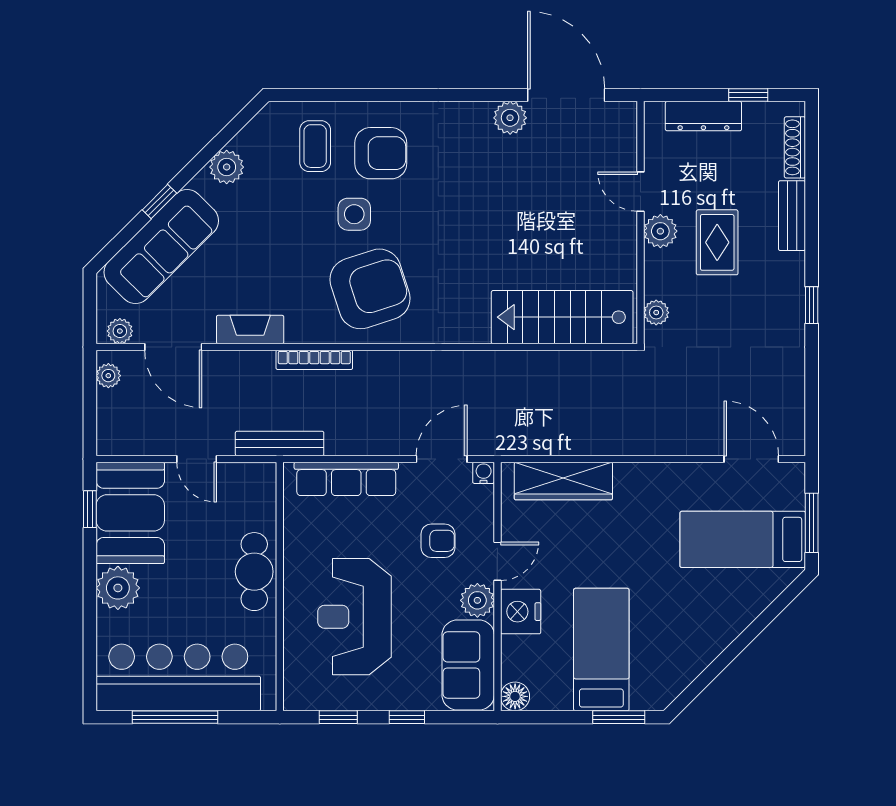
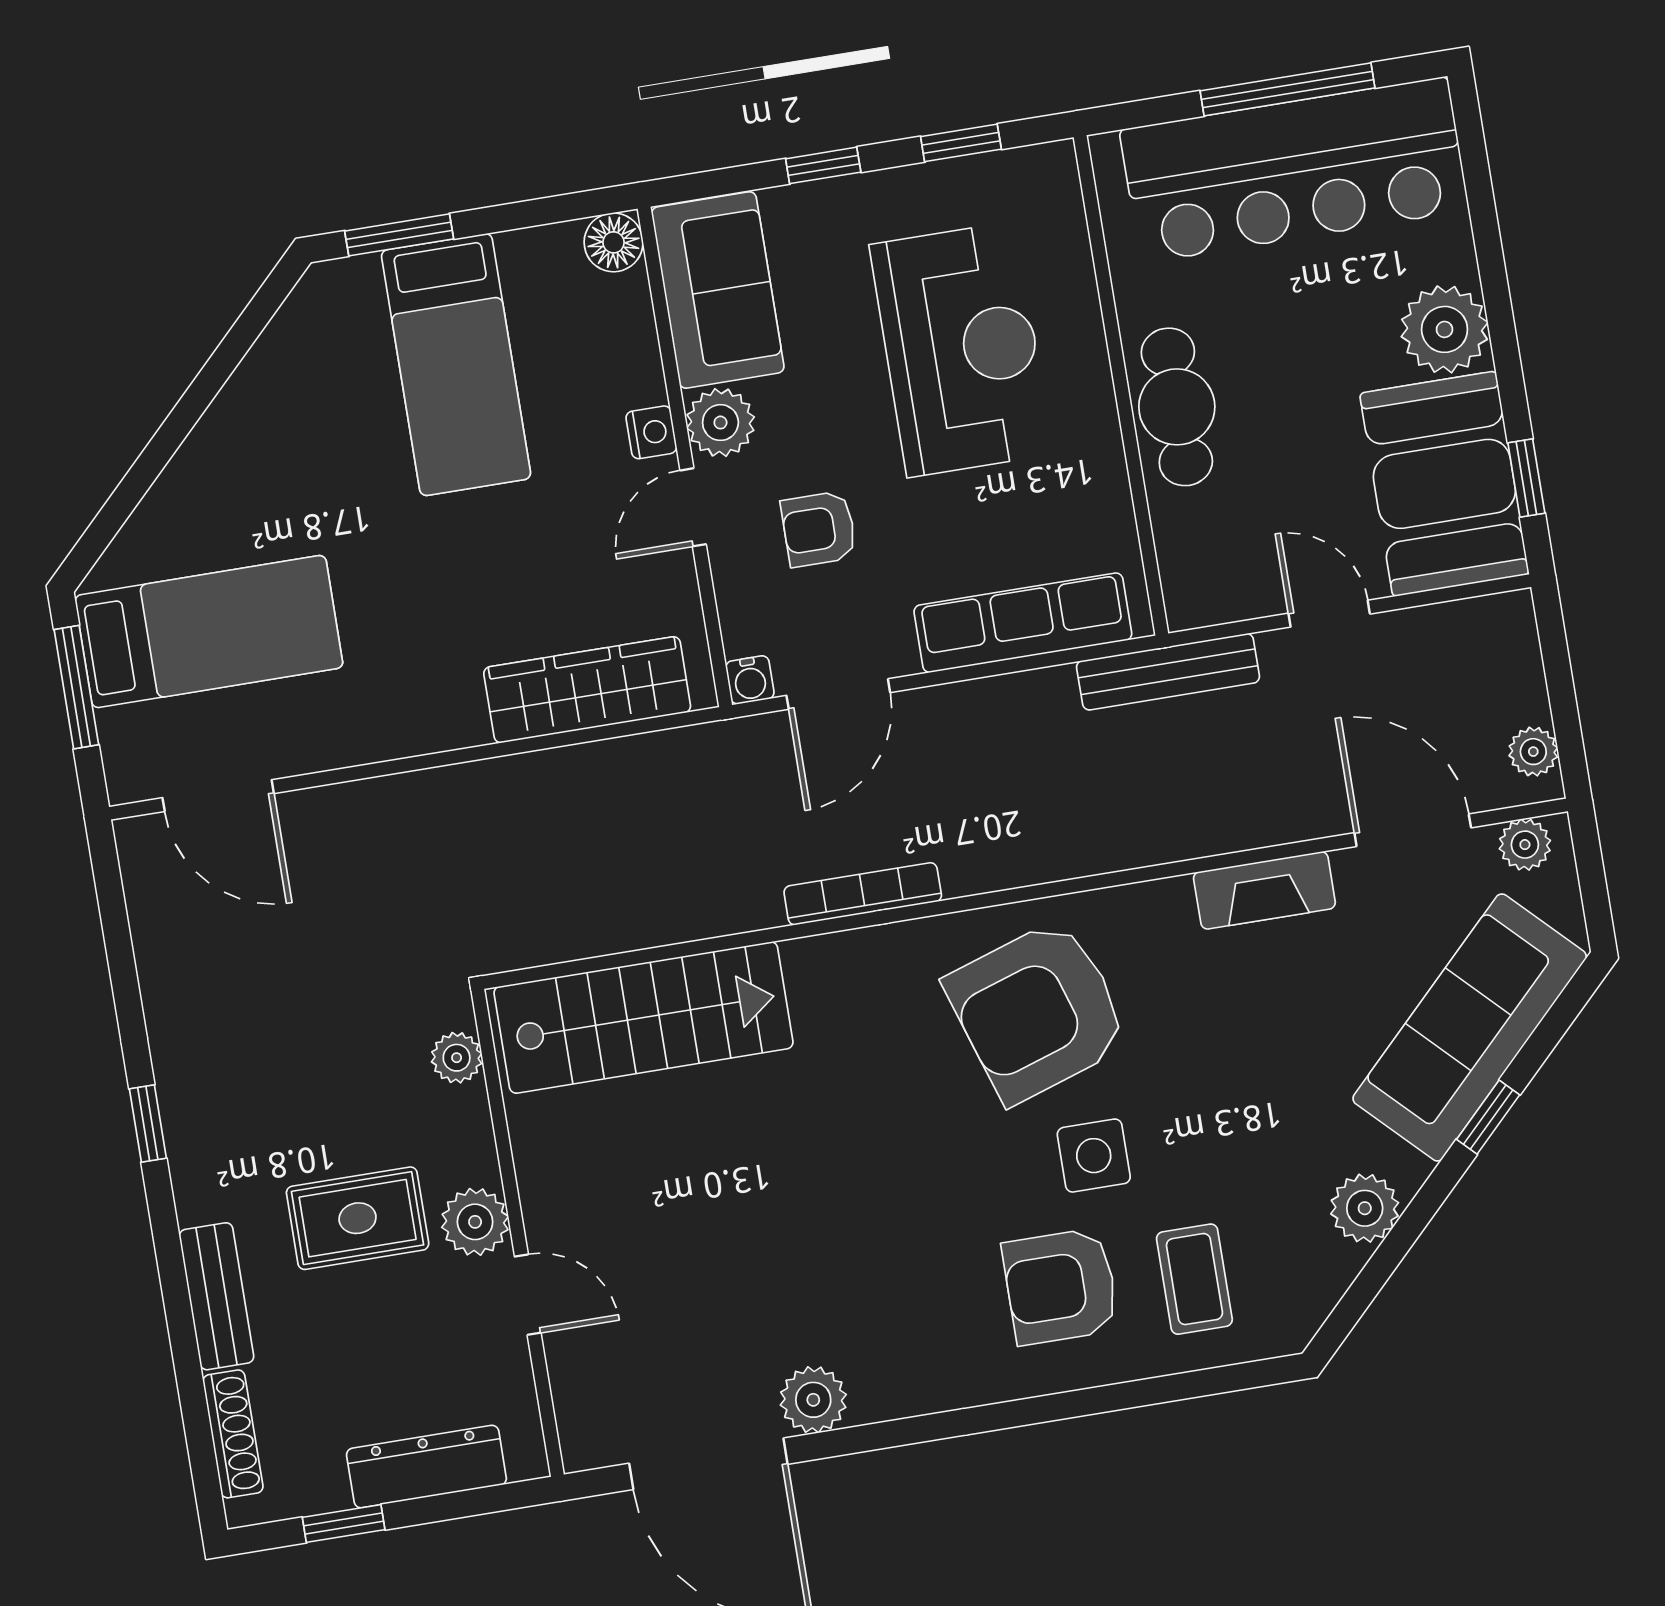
rug: (717, 242) -> (358, 1218), turned 90
bookcase: (314, 360) -> (863, 894), moved
nightstand: (521, 612) -> (651, 432), width x0.53, depth x0.56

